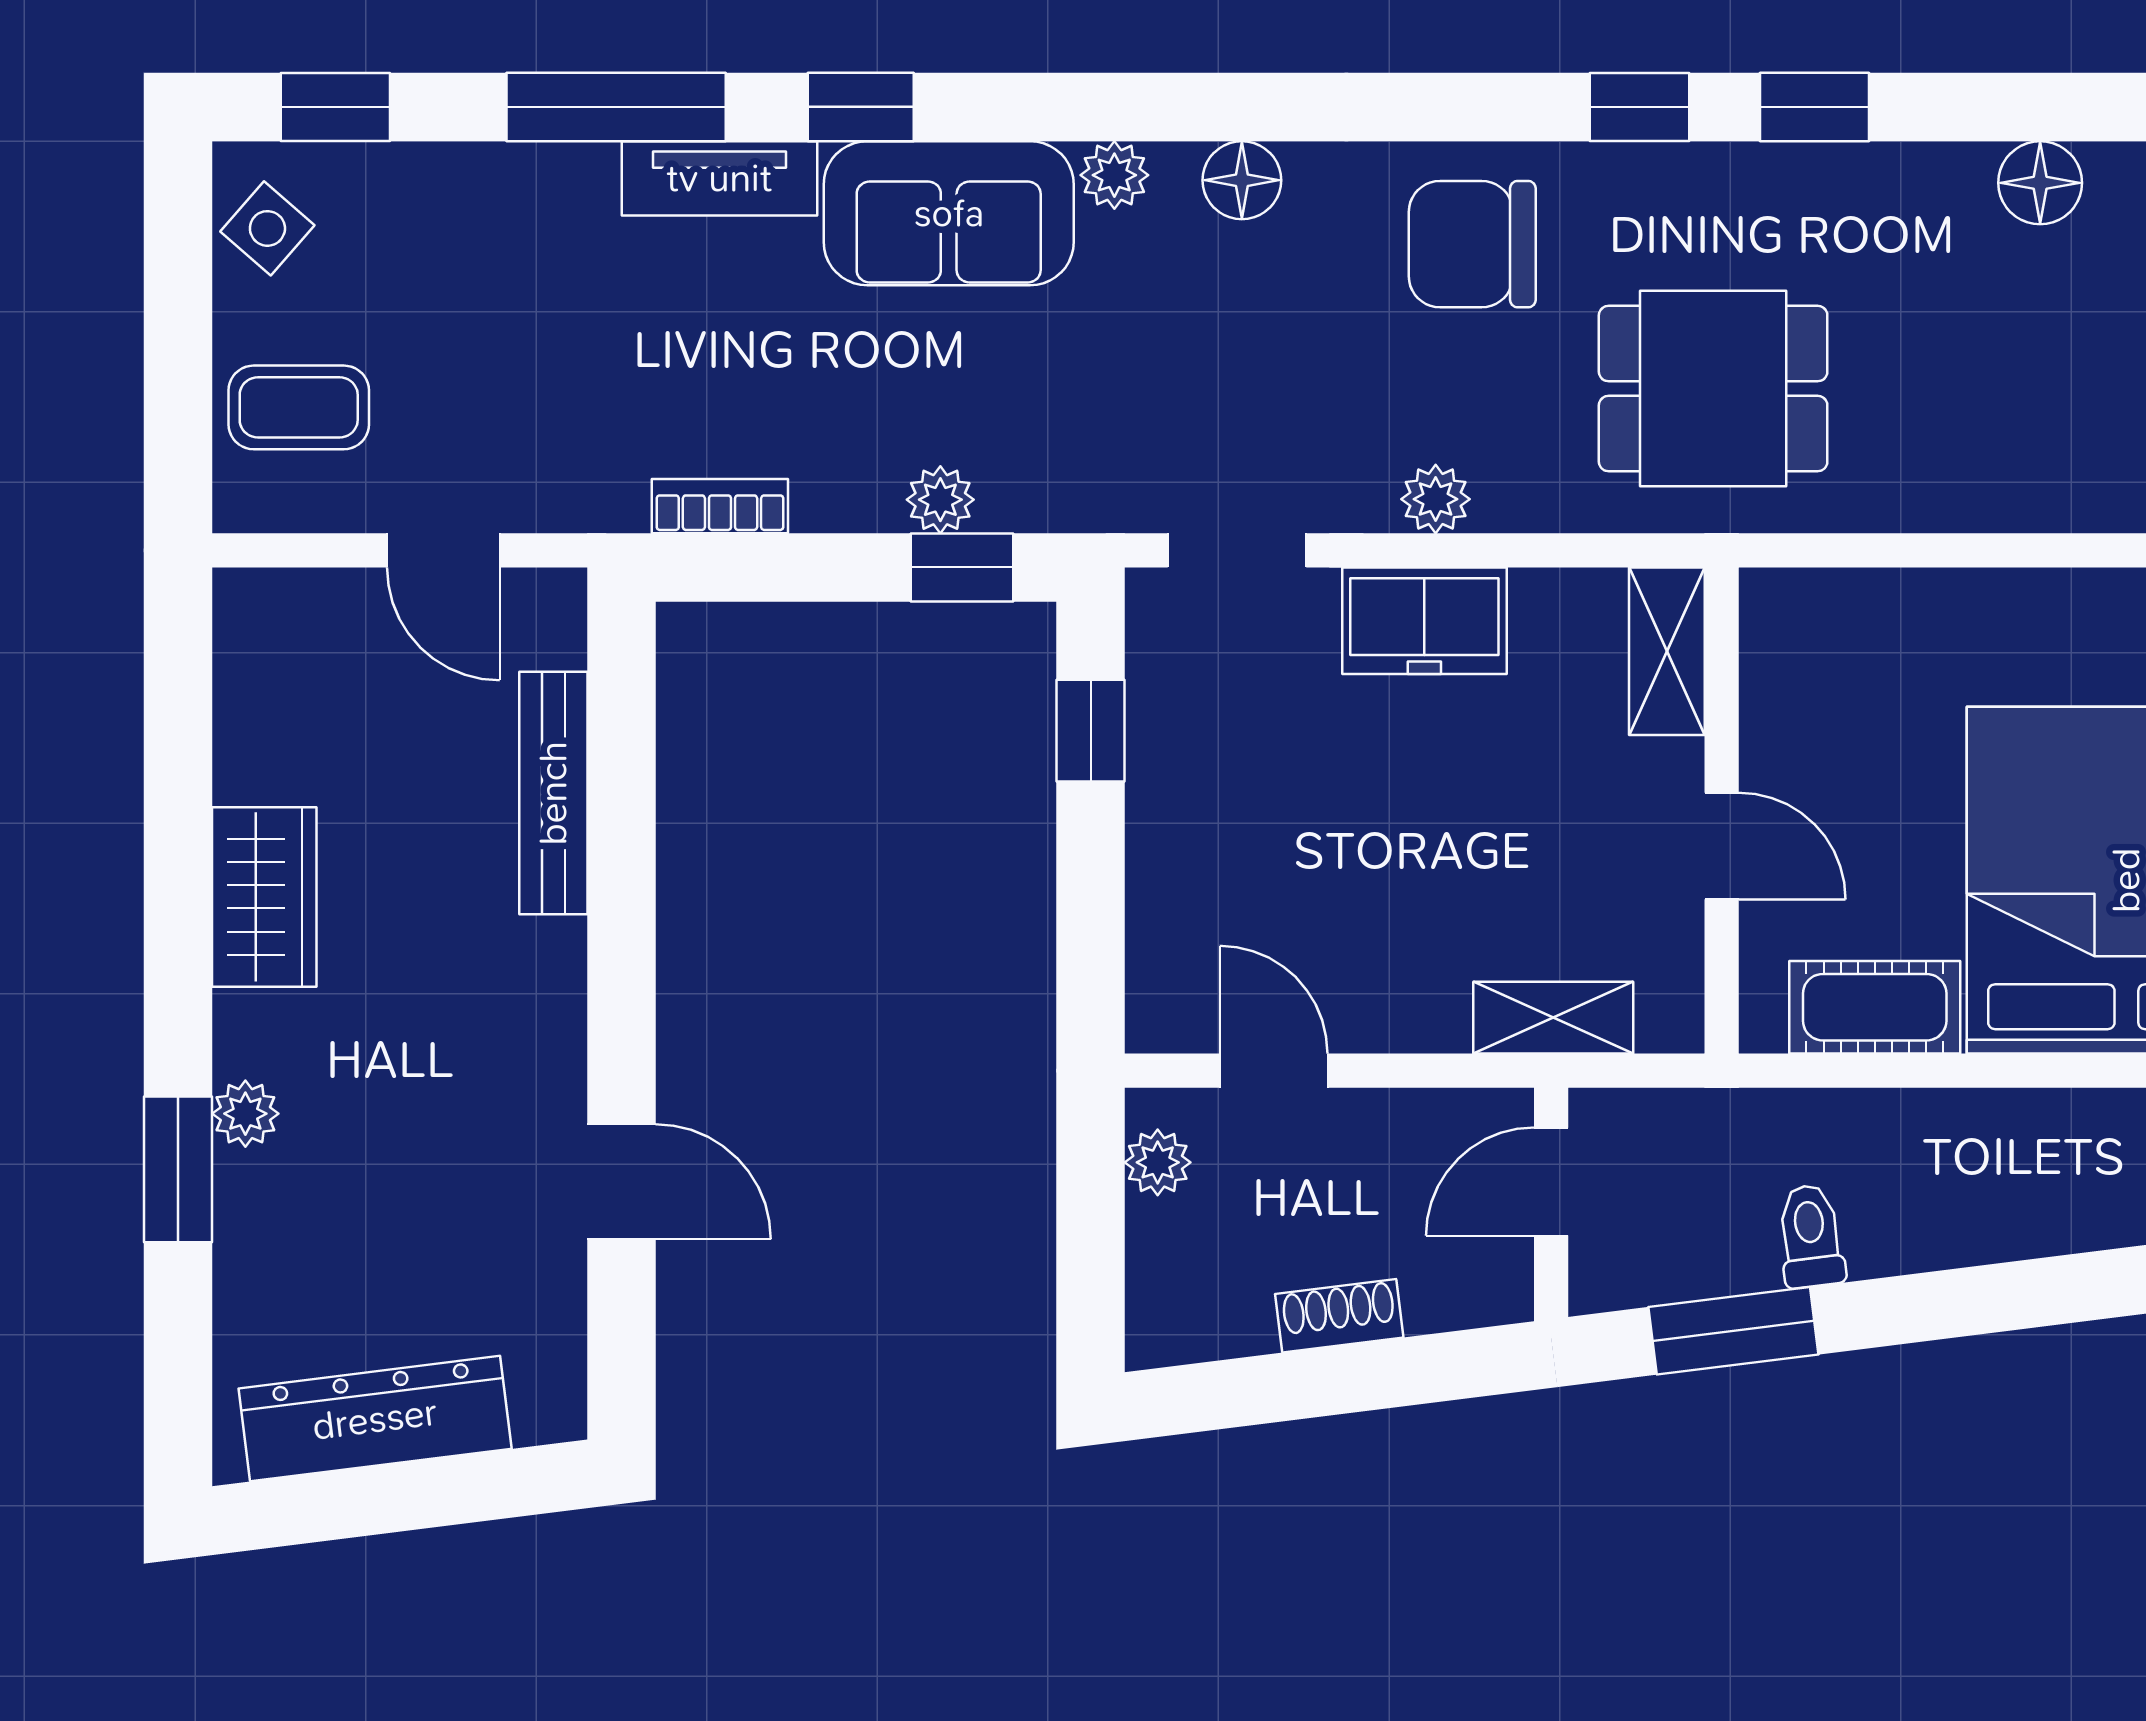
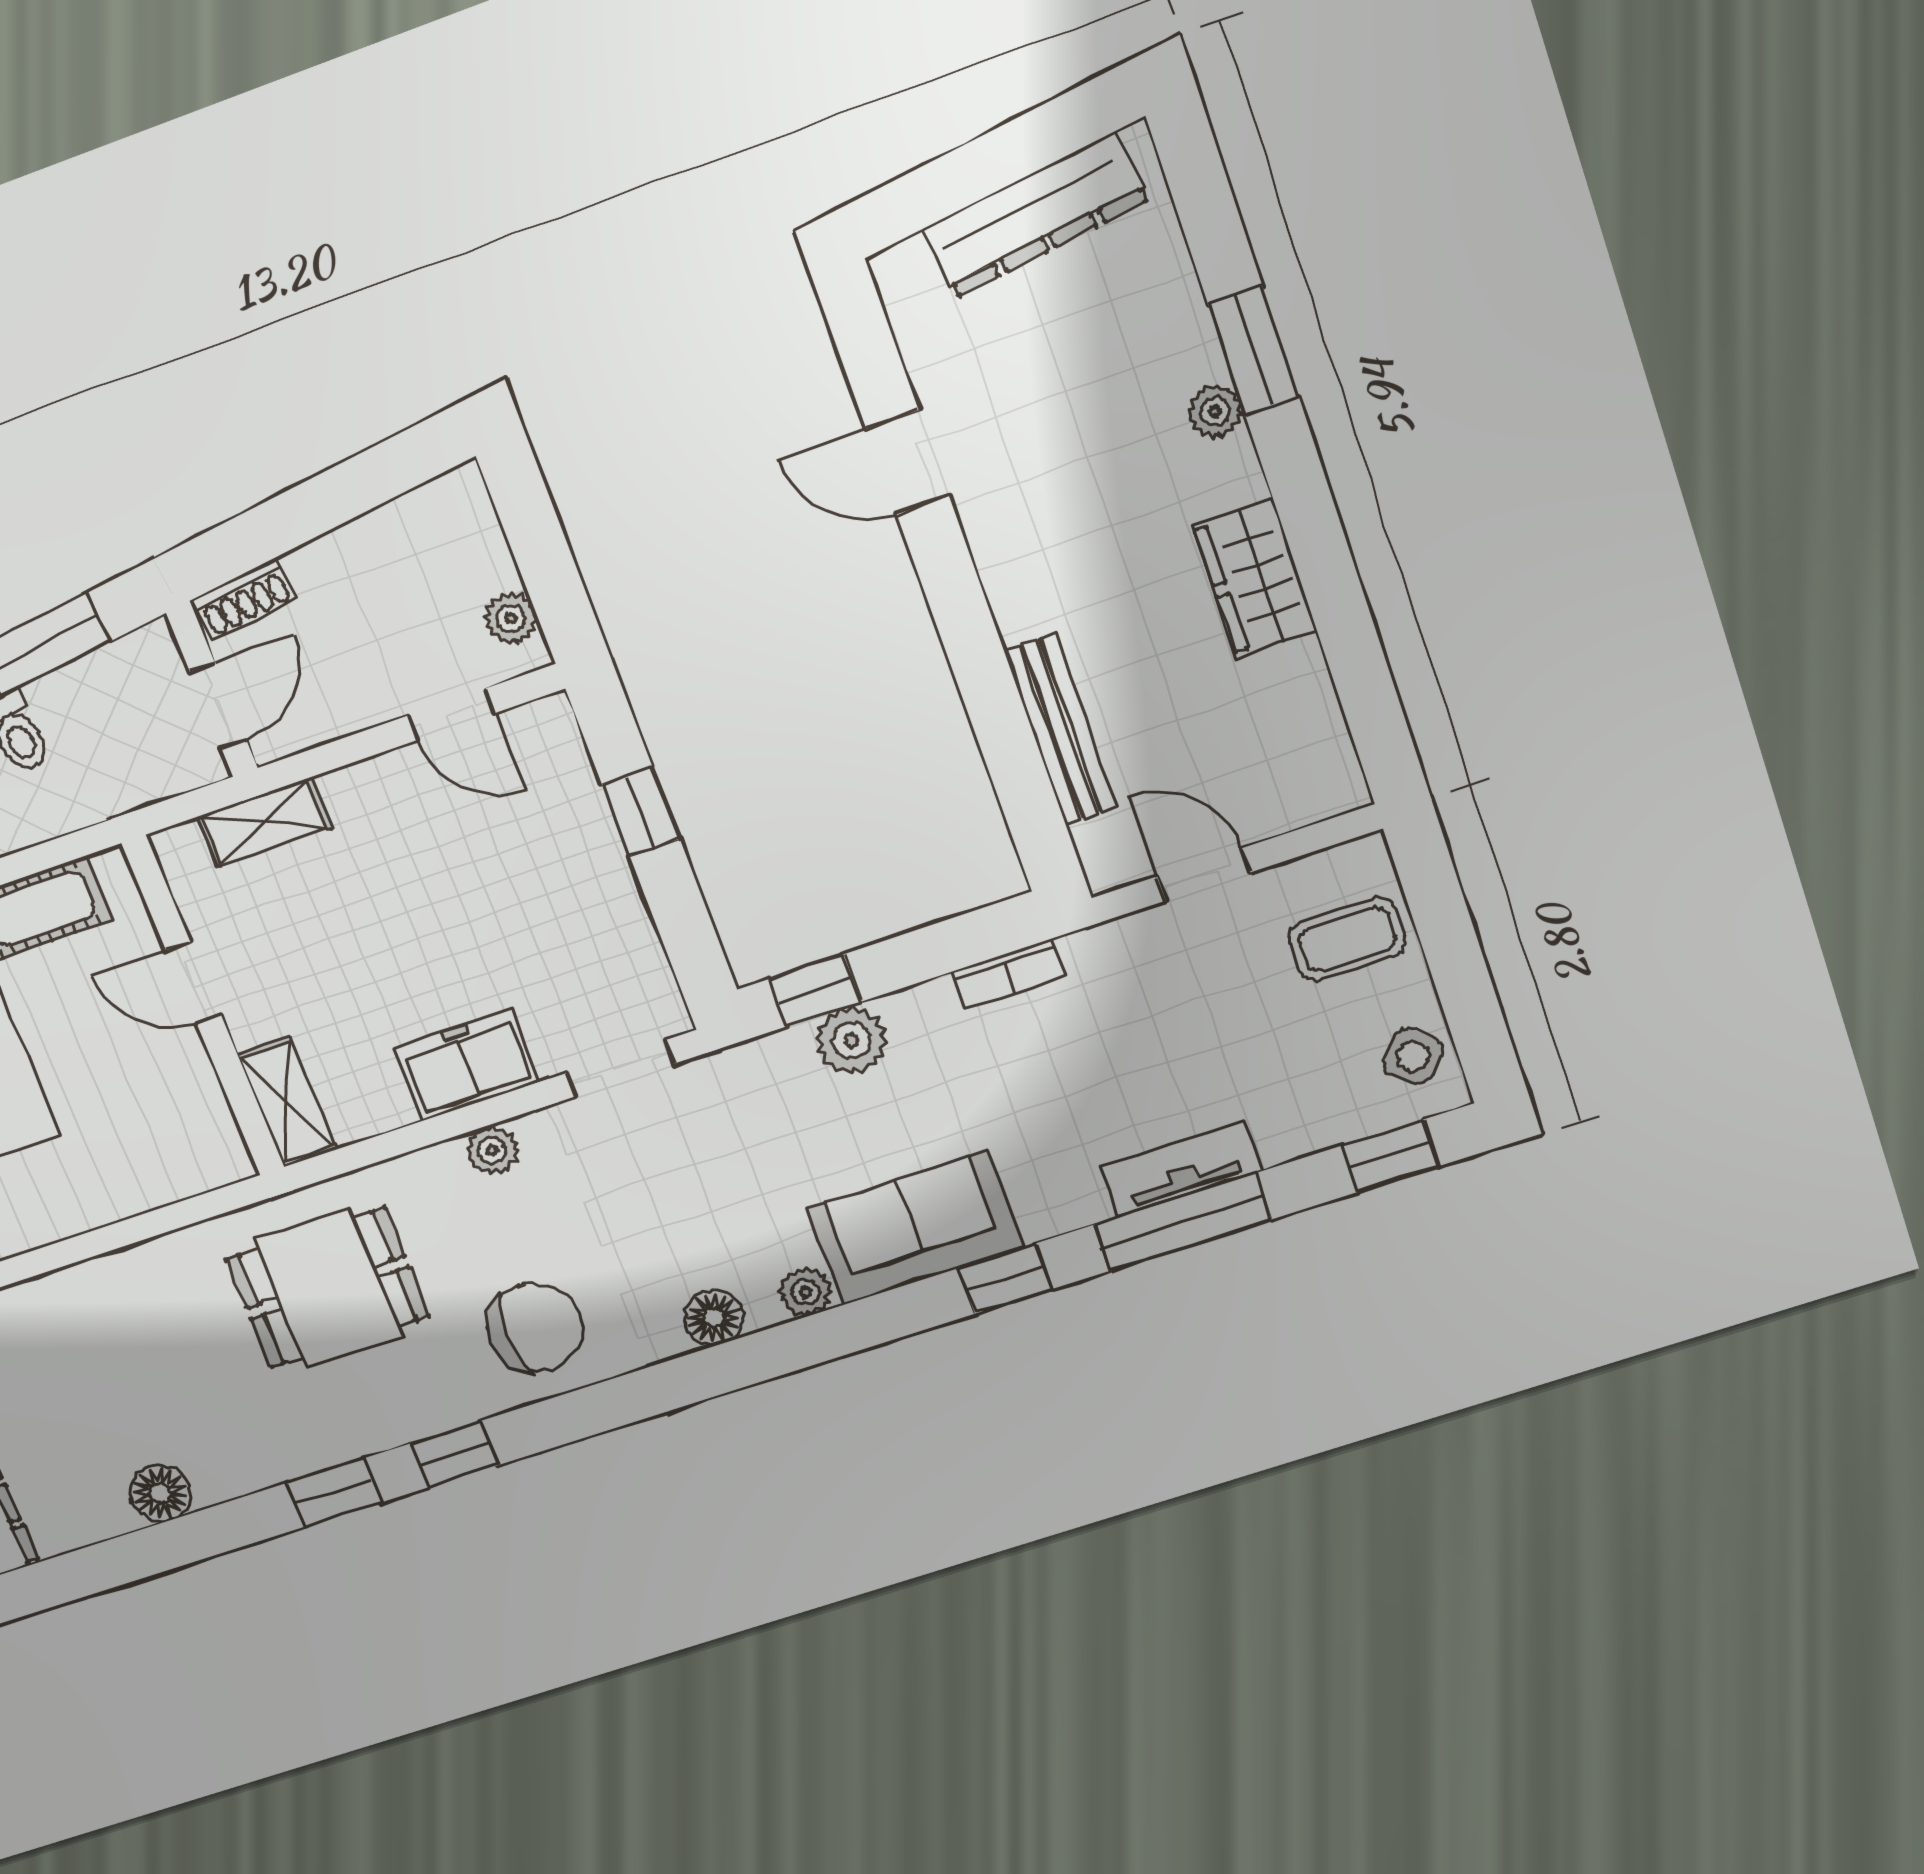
tv unit: (719, 178) -> (1181, 1169), moved
plant: (940, 500) -> (851, 1041), width x1.38, depth x1.38
window: (1091, 731) -> (641, 812), moved
shoe rack: (1339, 1316) -> (244, 599), moved

